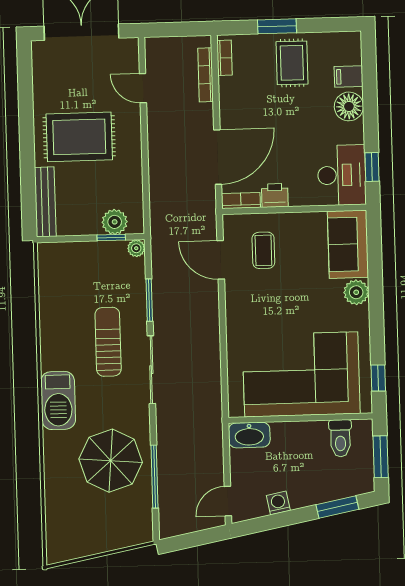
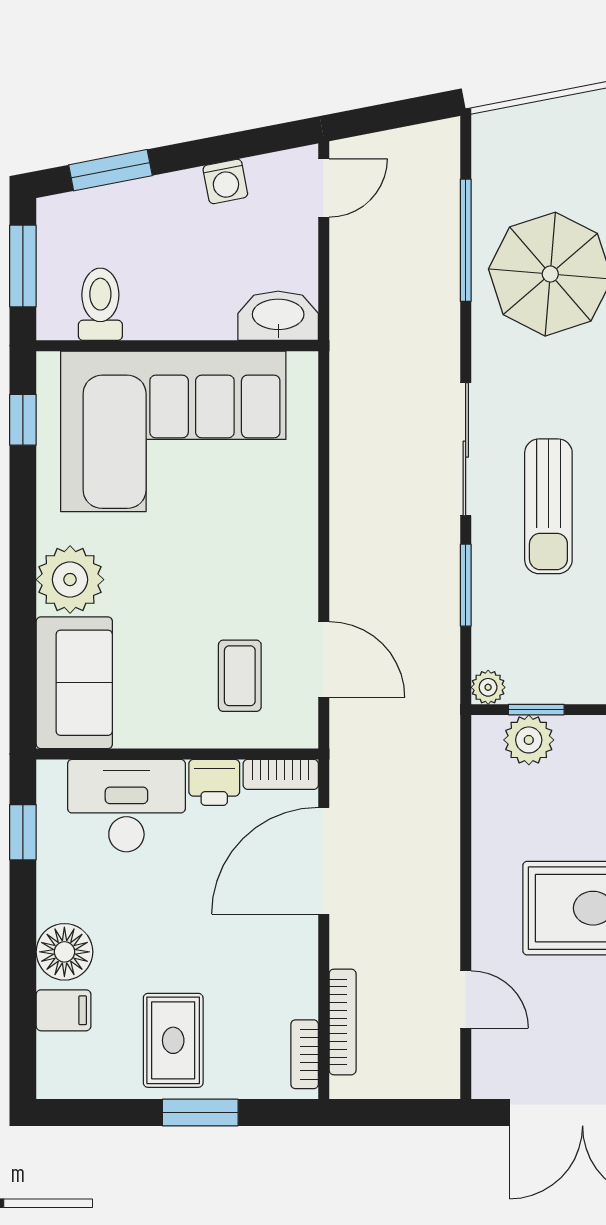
desk: (342, 175) -> (126, 806), moved, turned 90
plant: (356, 292) -> (70, 580), width x1.36, depth x1.36

